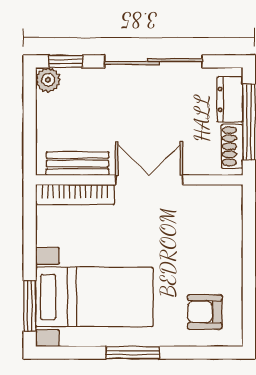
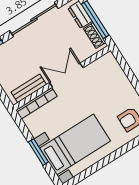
window: (30, 306) -> (38, 152), moved
window: (133, 353) -> (109, 159), removed

